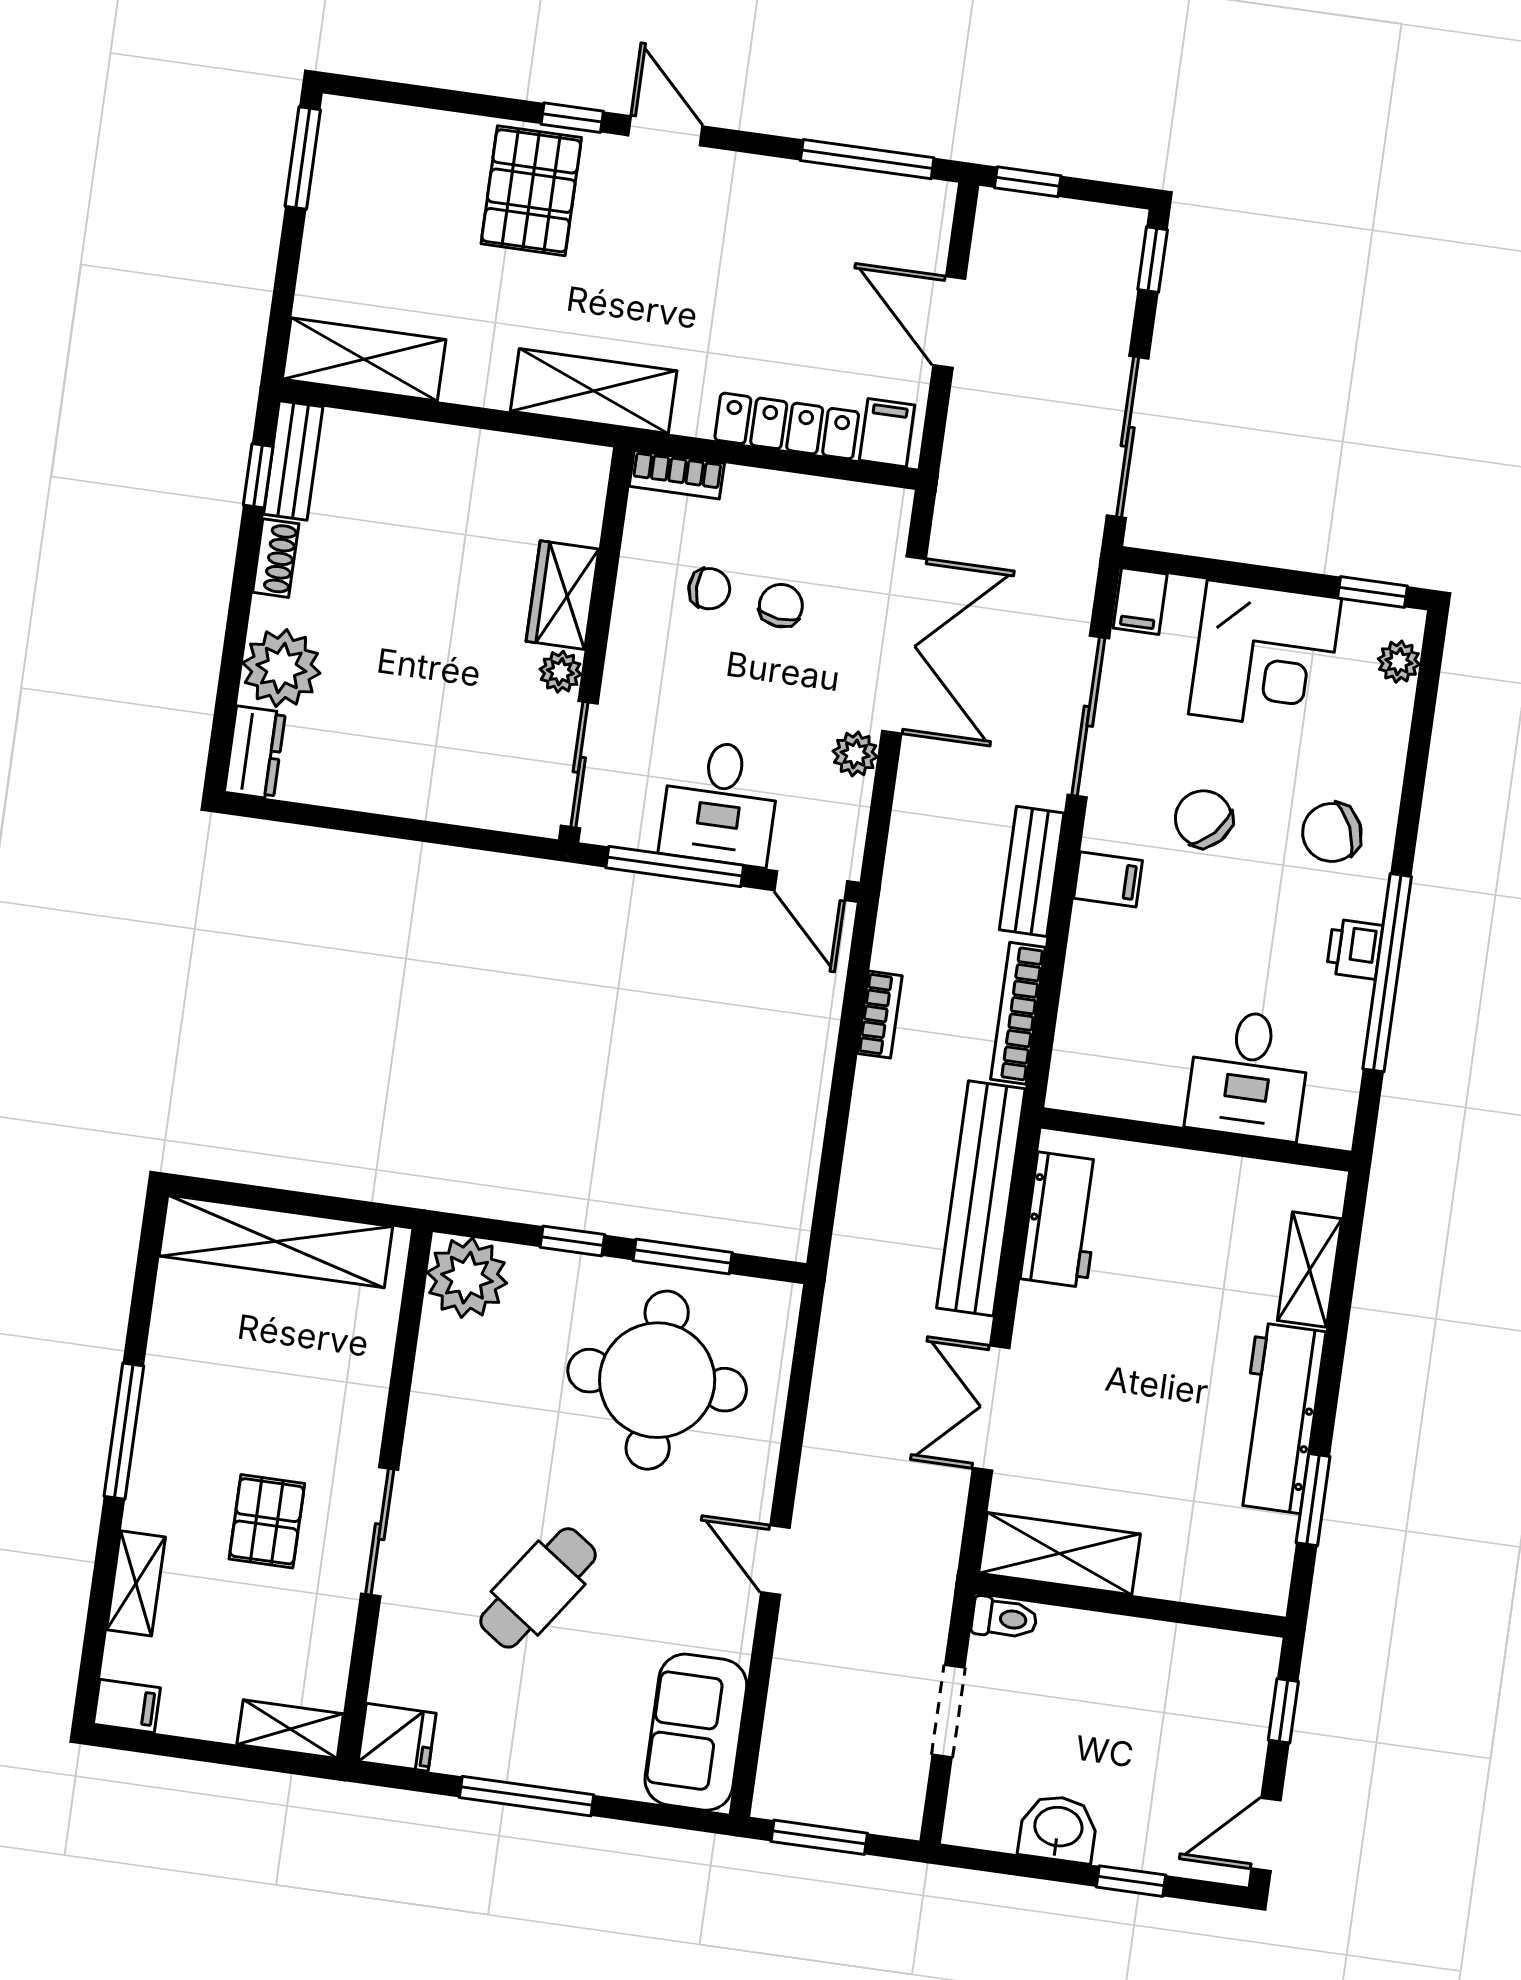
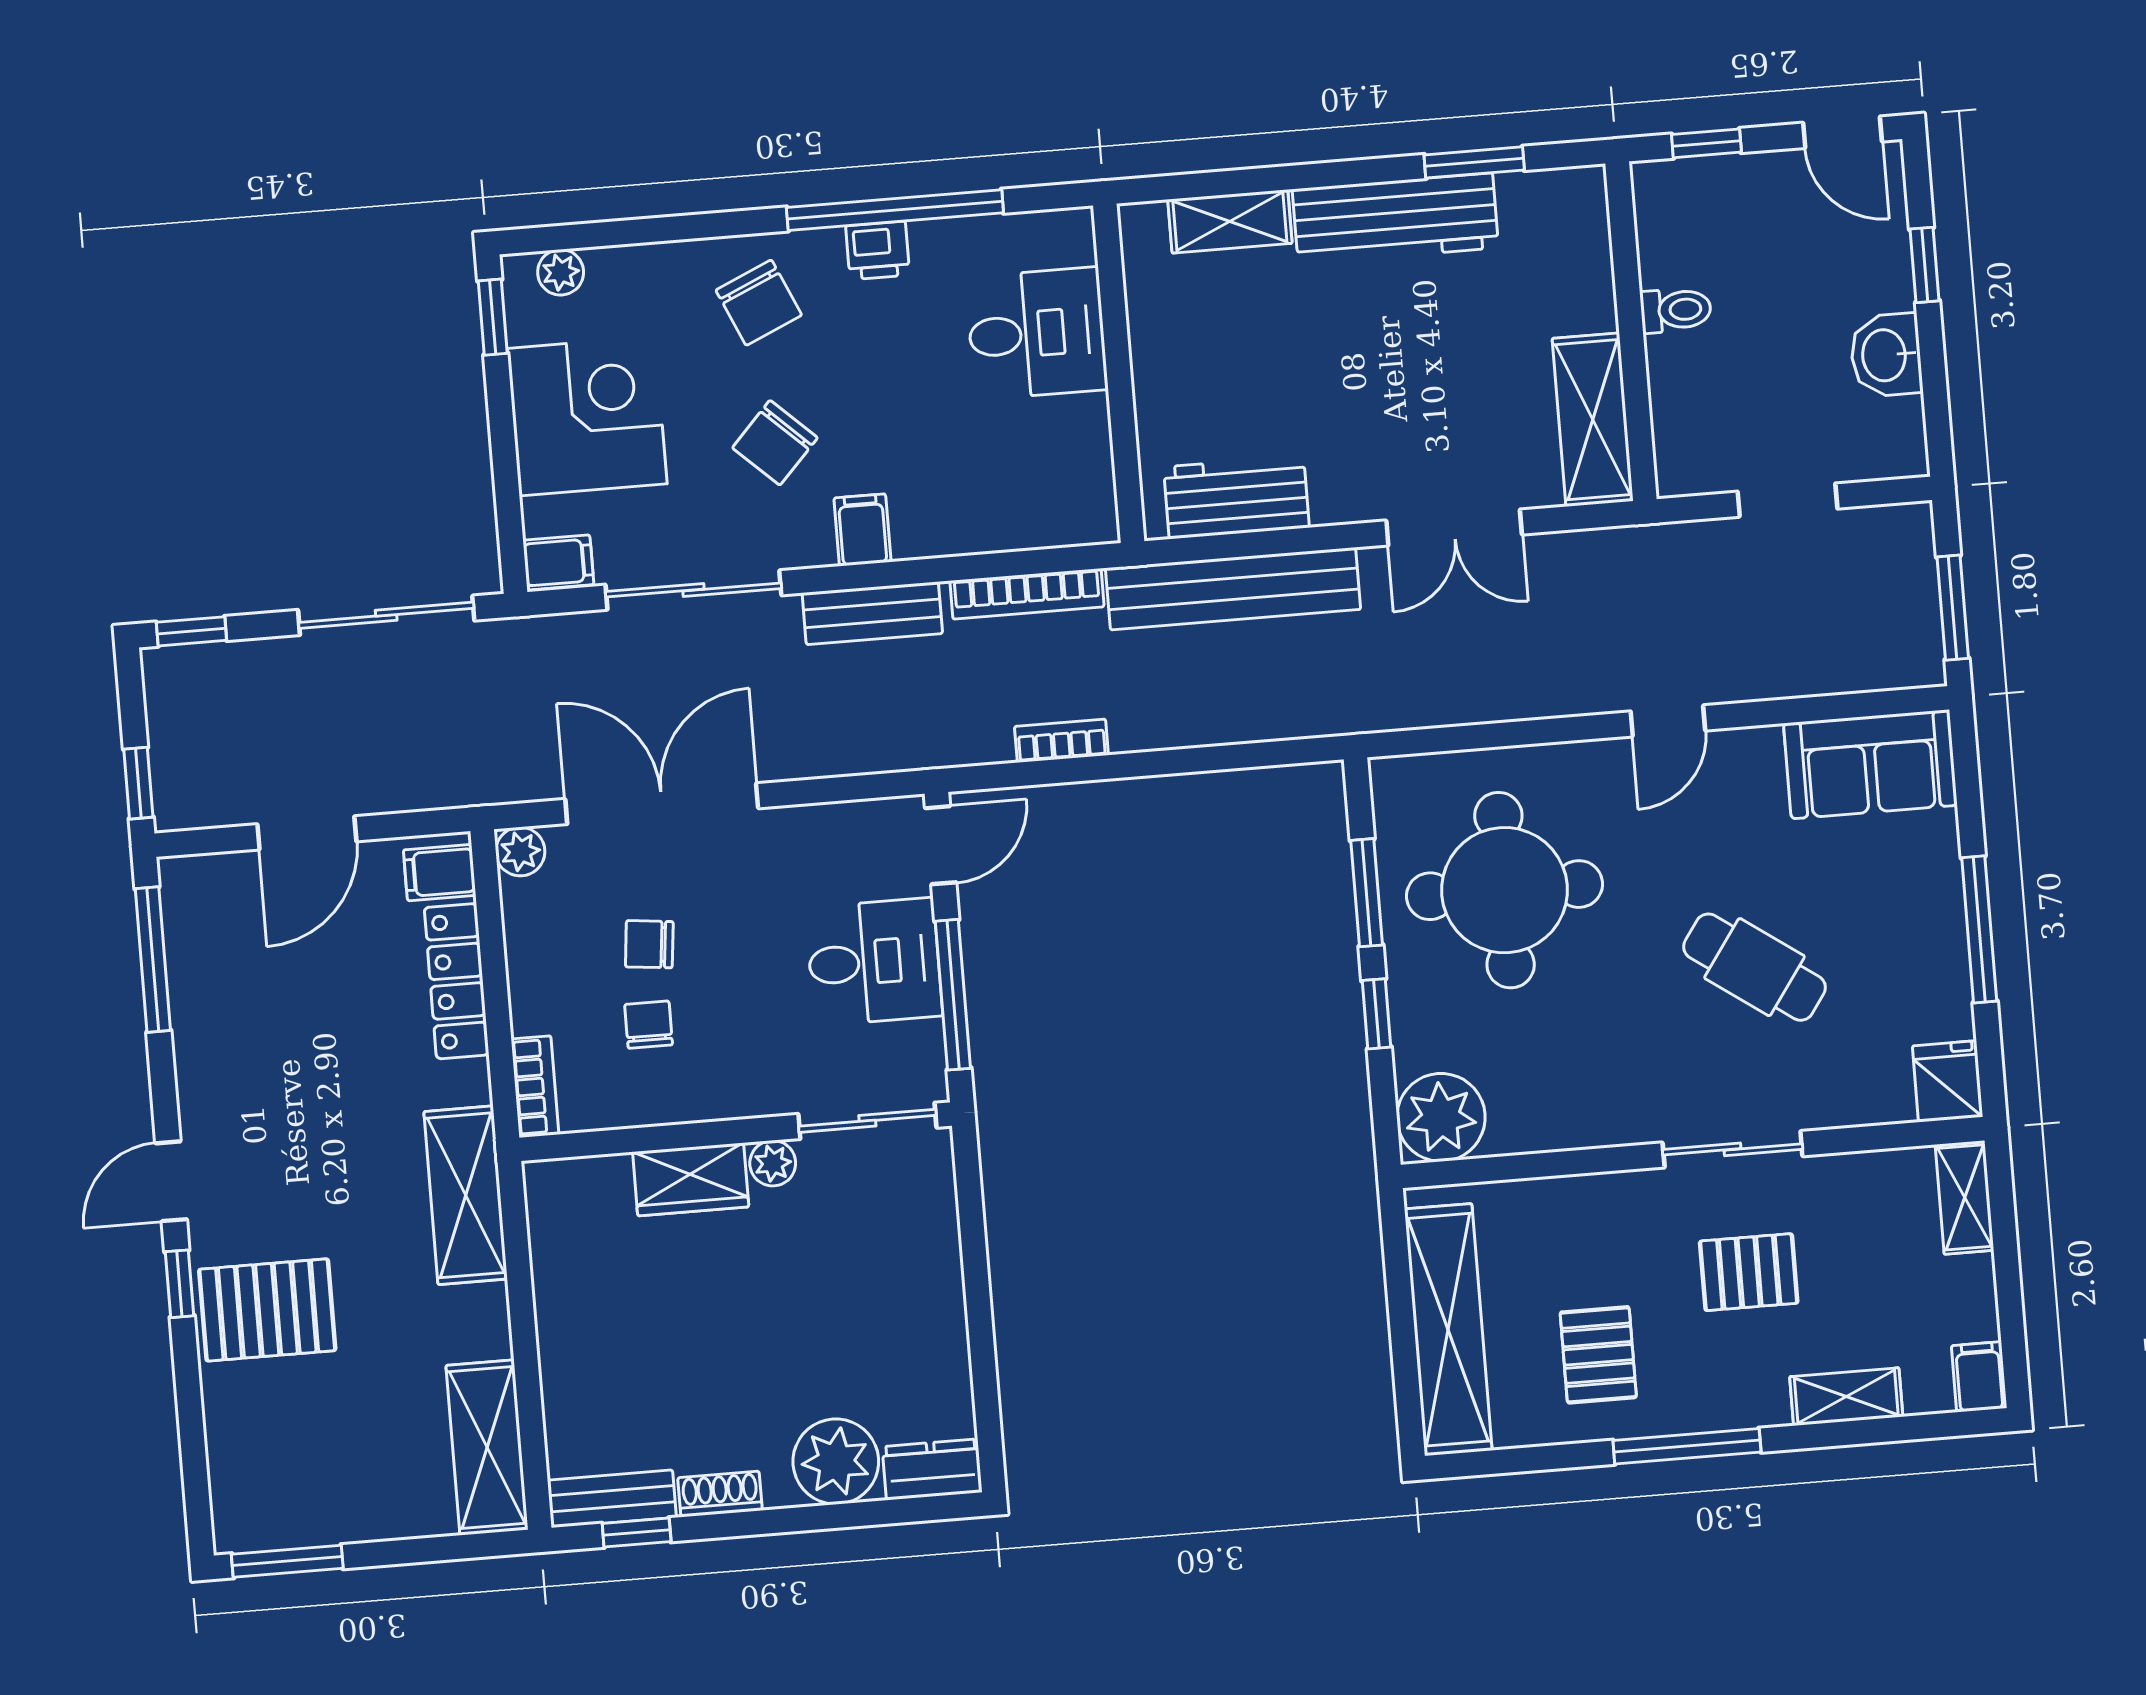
plant: (855, 754) -> (520, 852), moved
pallet: (223, 1370) -> (1598, 1355), added
toilet: (1004, 1618) -> (1676, 310), moved, turned 90

